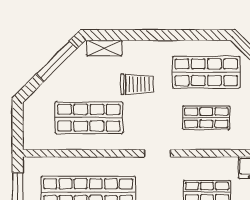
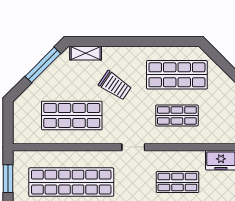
trolley: (137, 84) -> (115, 86), turned 34

